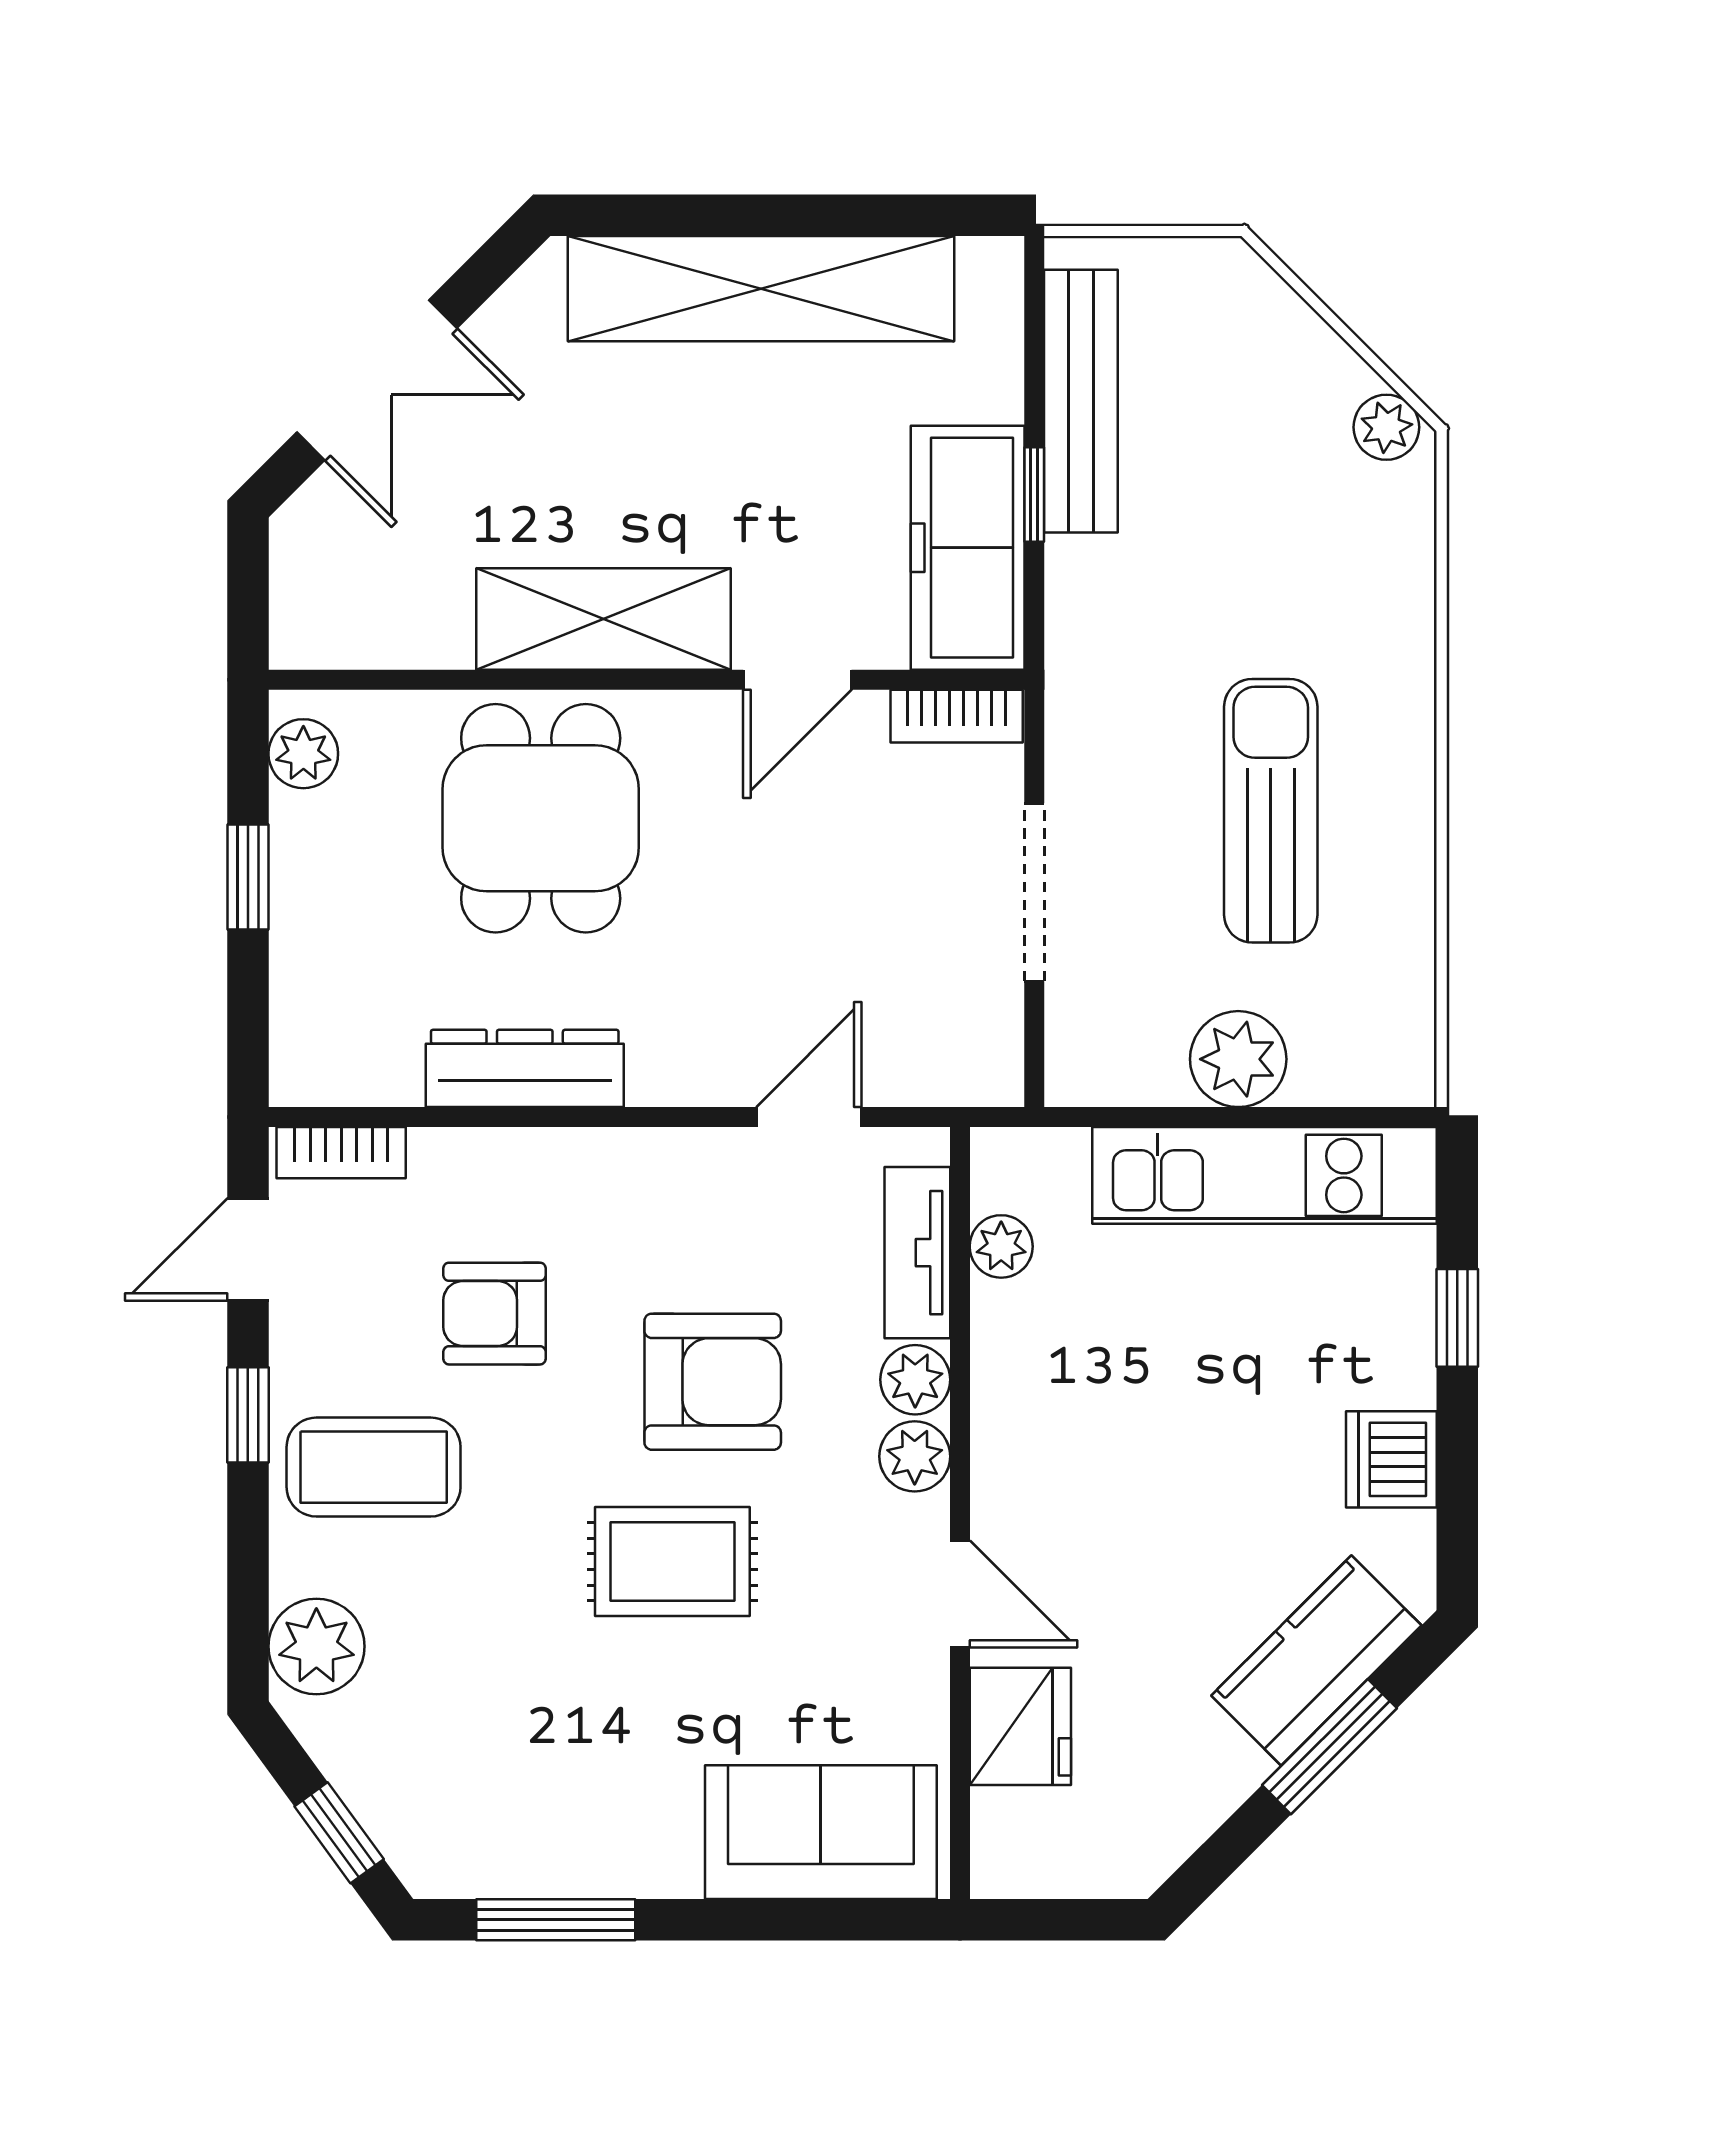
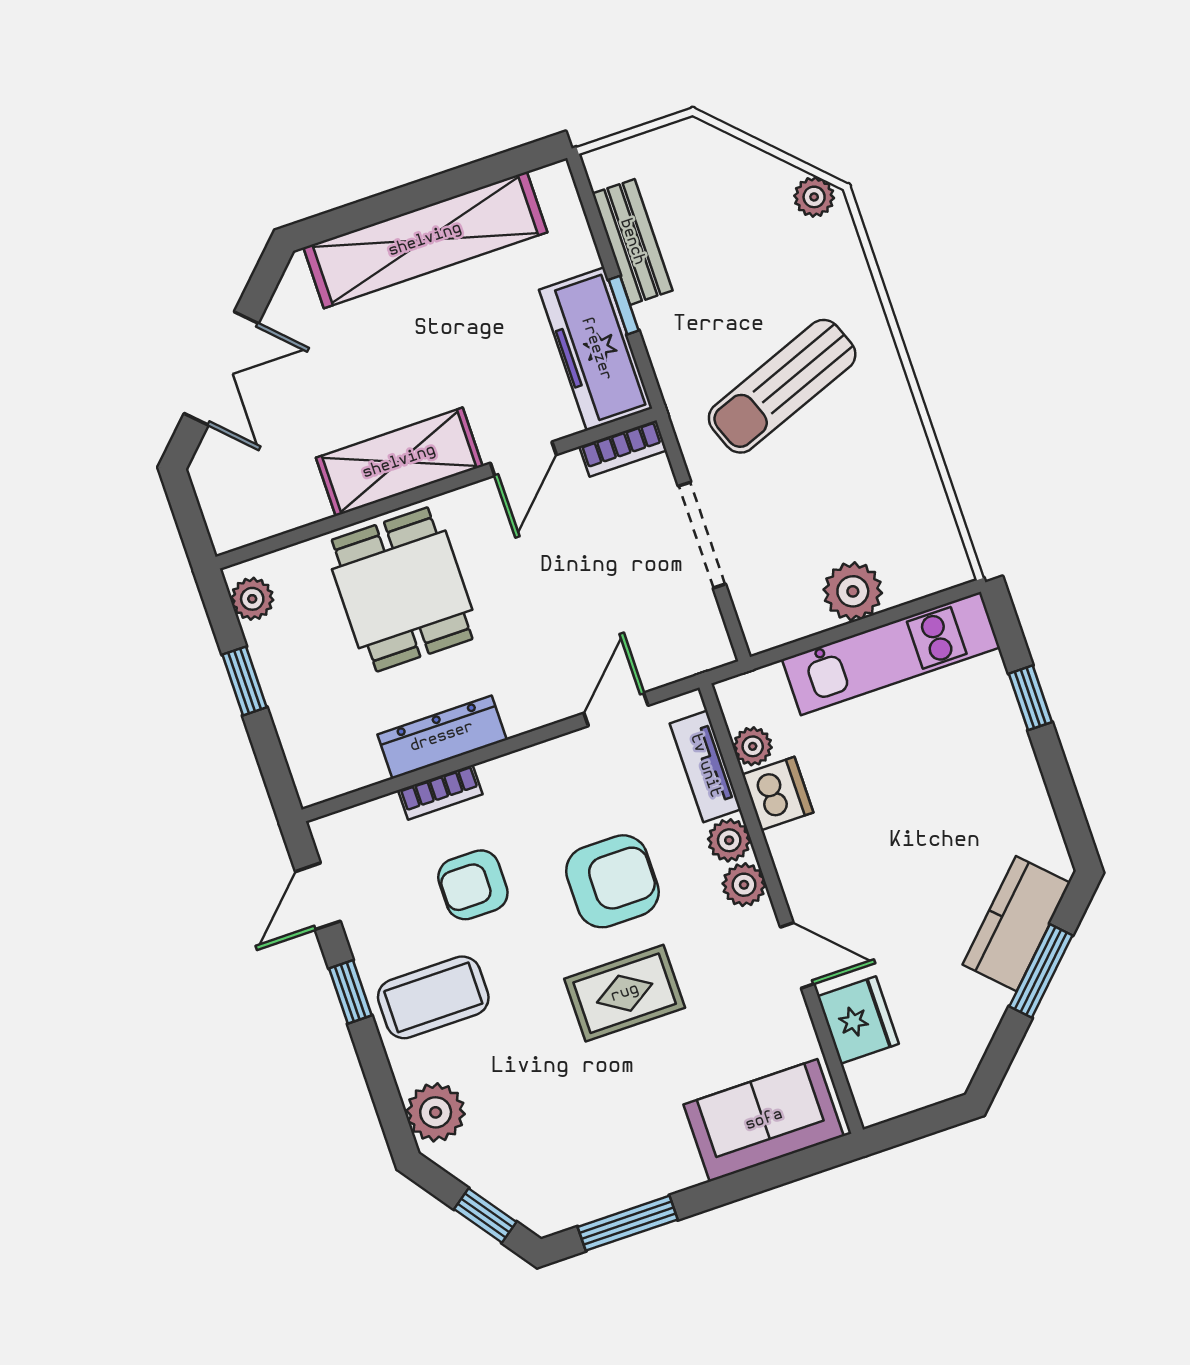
bench: (1081, 401) -> (632, 242), width x0.73
sun lounger: (1271, 811) -> (782, 386), moved, turned -111
bookcase: (341, 1153) -> (440, 792), moved
dishwasher: (1391, 1459) -> (778, 794), moved, turned 180

